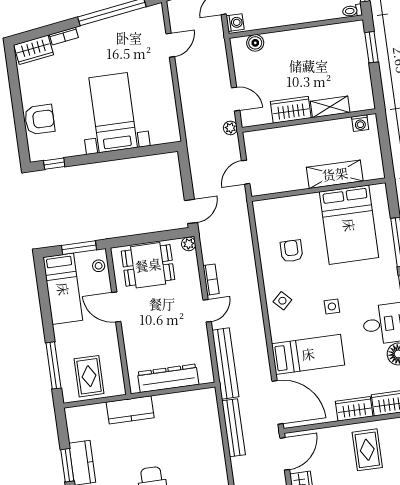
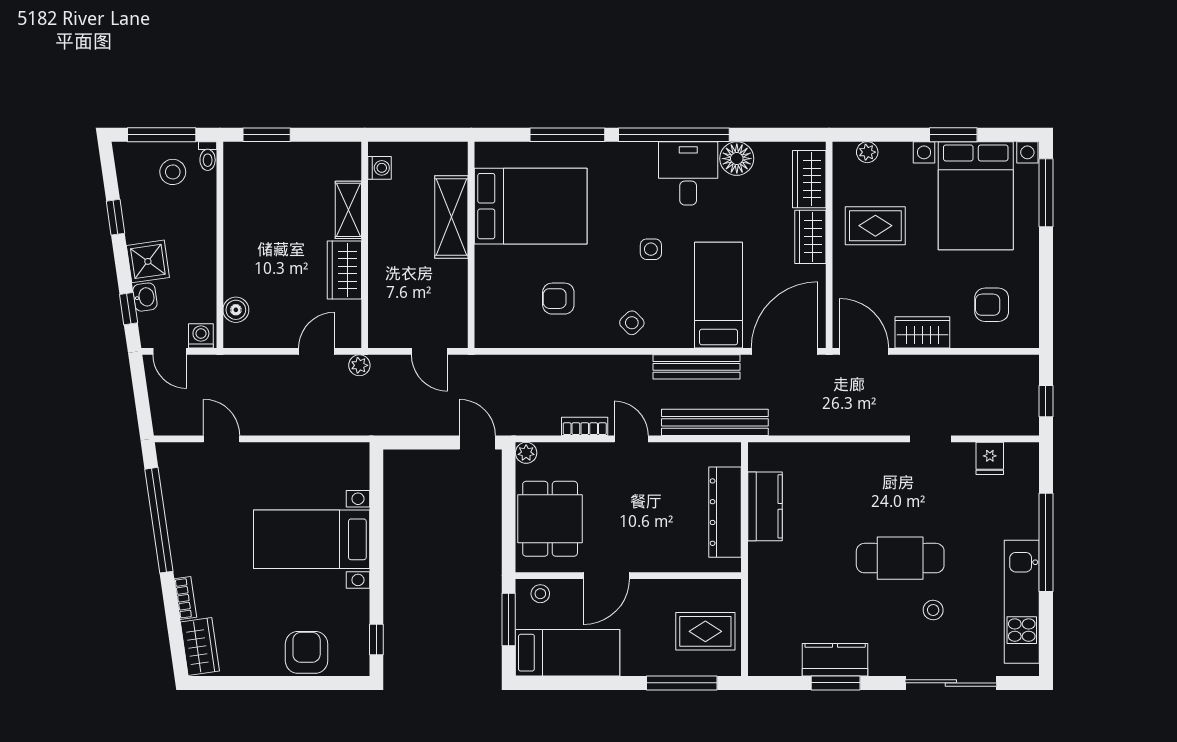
kitchen counter: (130, 410) -> (765, 506), moved
bench: (234, 428) -> (697, 367), moved

